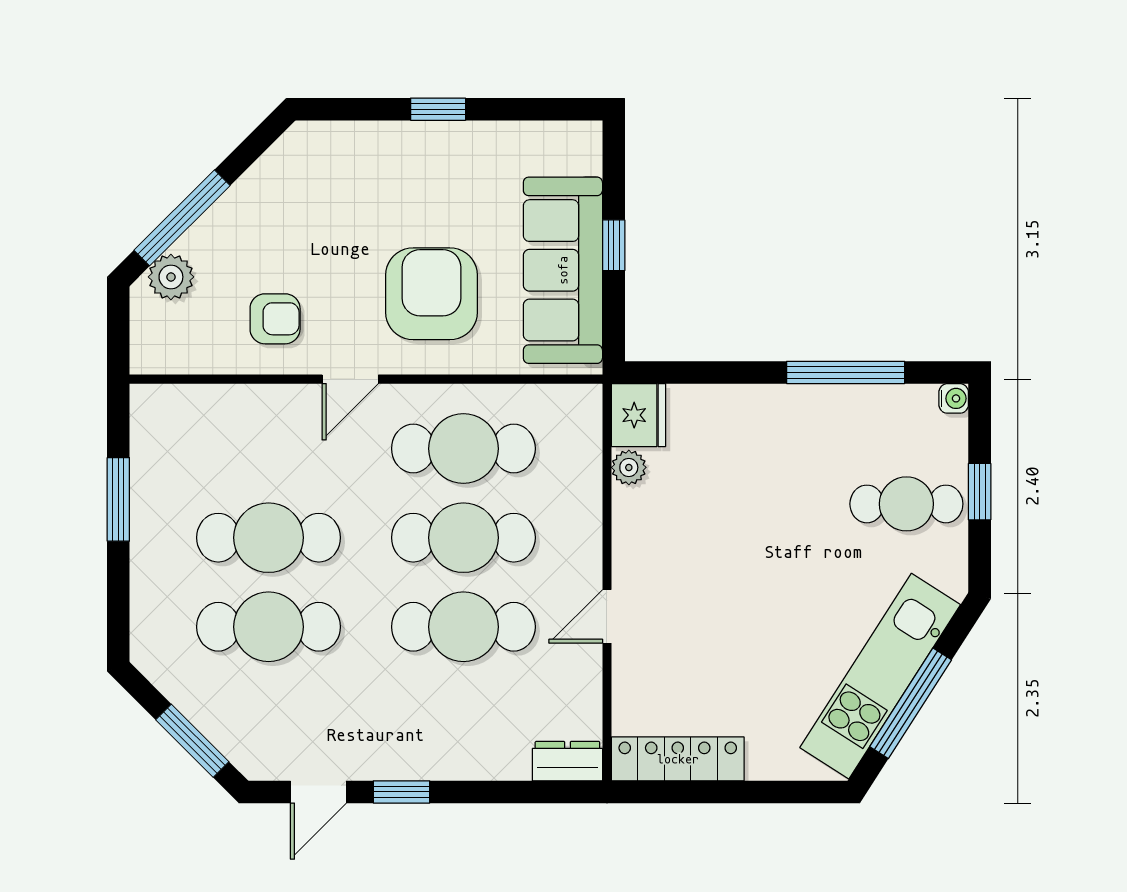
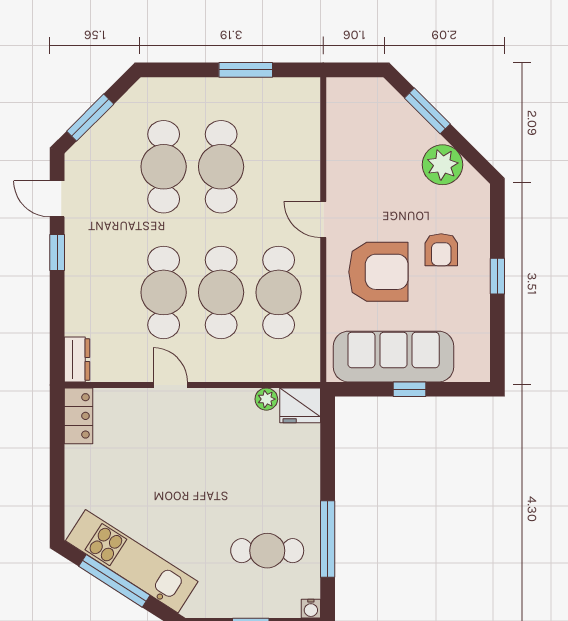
window: (182, 218) -> (427, 111), width x0.69
plant: (171, 277) -> (442, 165), moved, width x1.36, depth x1.36
armchair: (275, 319) -> (441, 250), moved
cafe table: (906, 504) -> (267, 551), moved, turned 90
locker: (678, 759) -> (78, 416), width x0.66

